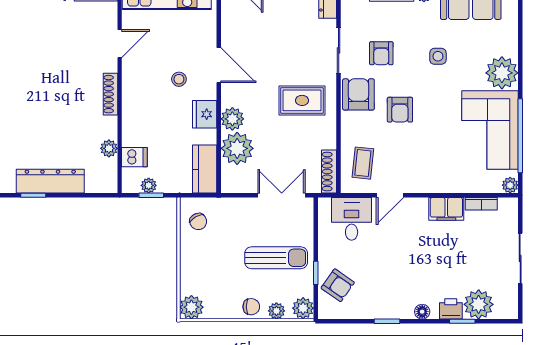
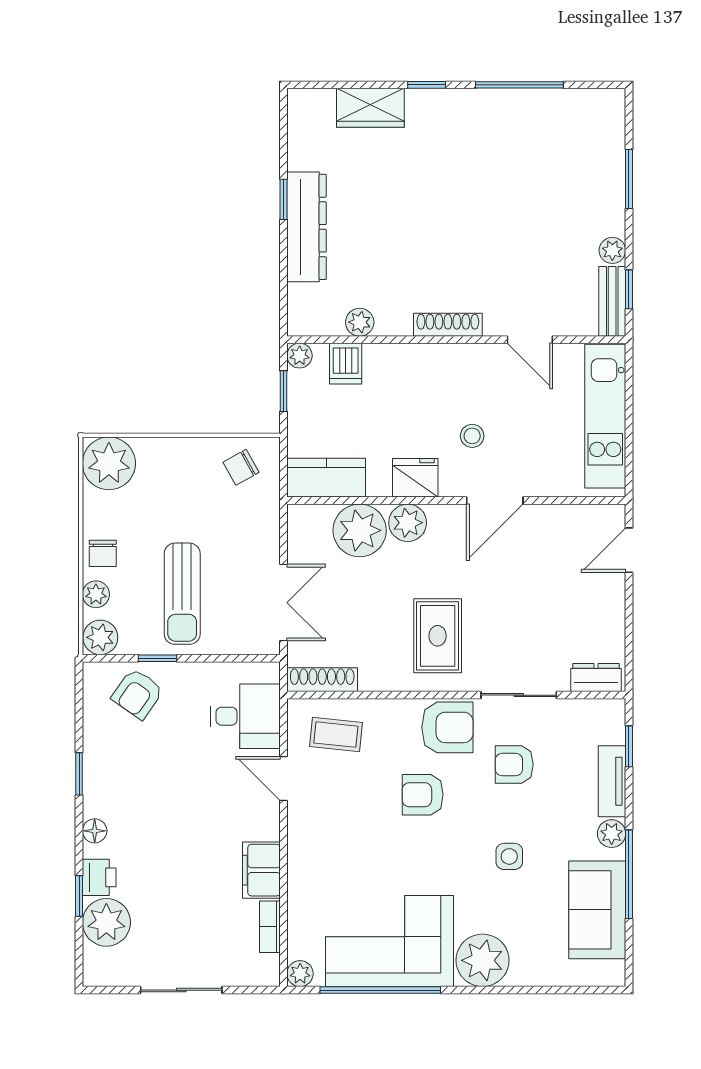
plant: (149, 185) -> (300, 356), moved
plant: (191, 307) -> (109, 463), width x1.36, depth x1.36

